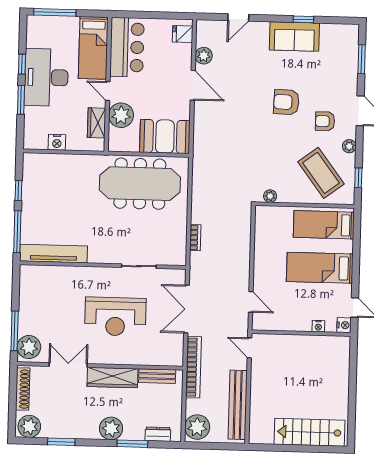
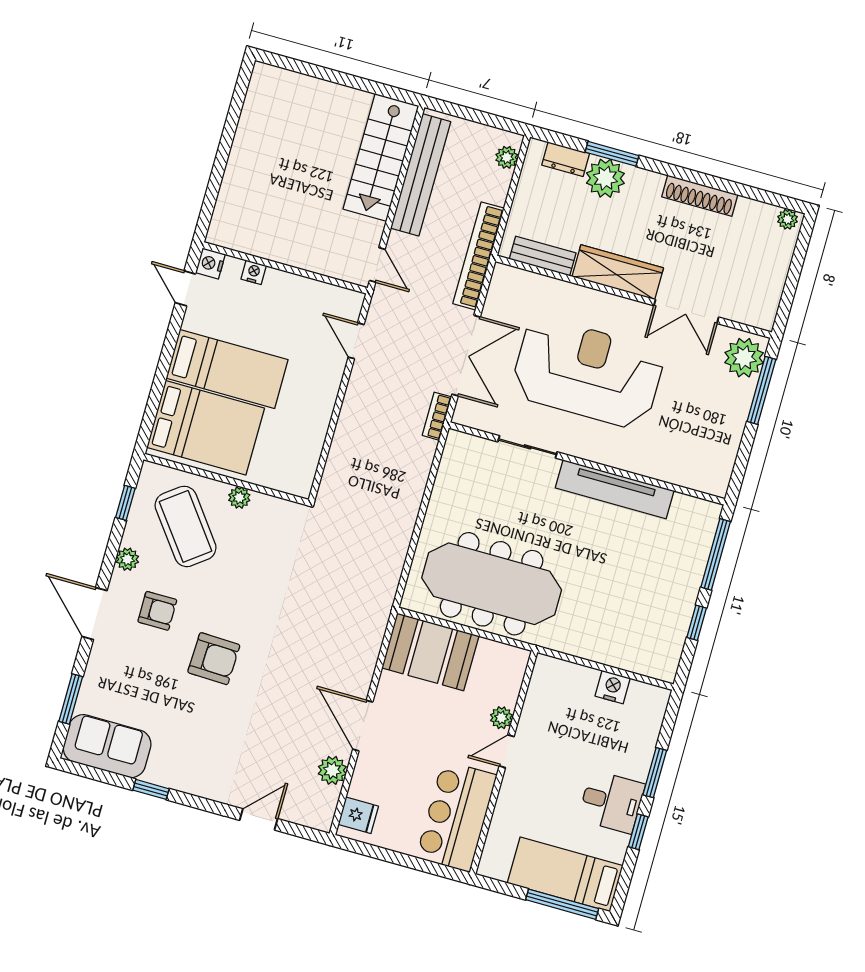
sofa: (294, 36) -> (107, 746), moved
bed: (93, 48) -> (565, 874), moved, turned -90
desk: (46, 77) -> (611, 802), width x0.53, depth x0.77
door: (108, 91) -> (507, 751), swing flipped
plant: (121, 115) -> (501, 718), width x0.53, depth x0.53
wardrobe: (97, 123) -> (538, 703), removed
plant: (270, 196) -> (239, 498), moved
bed: (324, 225) -> (206, 428), width x1.50
bookcase: (195, 238) -> (437, 416), moved
tv unit: (54, 254) -> (615, 489), moved
reception desk: (115, 316) -> (588, 373), width x1.36, depth x1.30
shoe rack: (23, 389) -> (700, 196), moved, turned -90
plant: (29, 426) -> (788, 219), width x0.53, depth x0.53
plant: (197, 427) -> (507, 157), width x0.53, depth x0.53
plant: (111, 428) -> (605, 178), moved
stairs: (309, 432) -> (381, 157), moved, turned 90
window: (61, 442) -> (730, 187), removed

